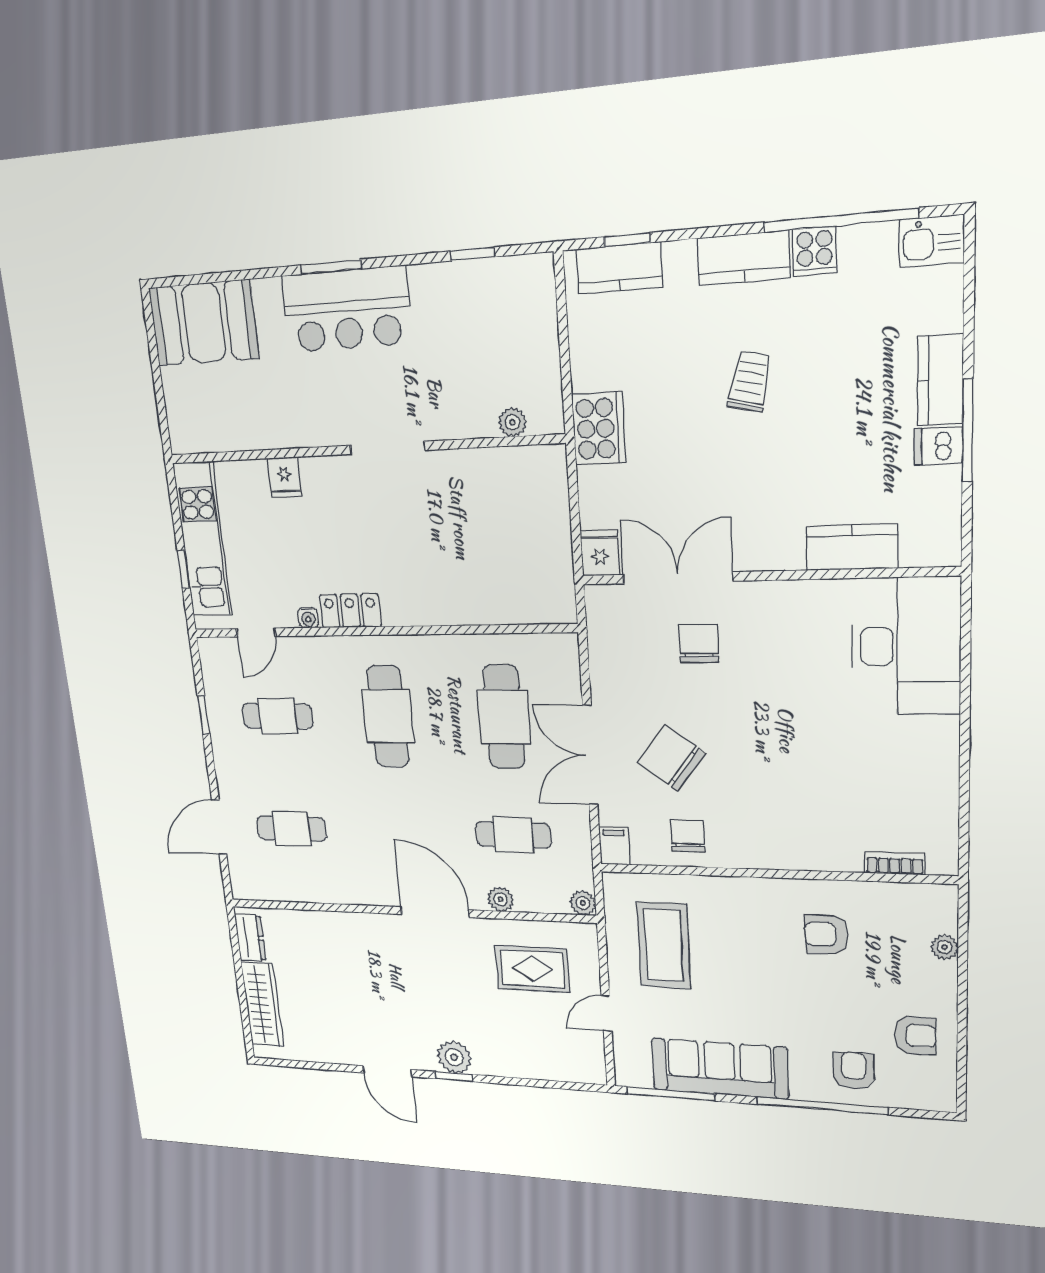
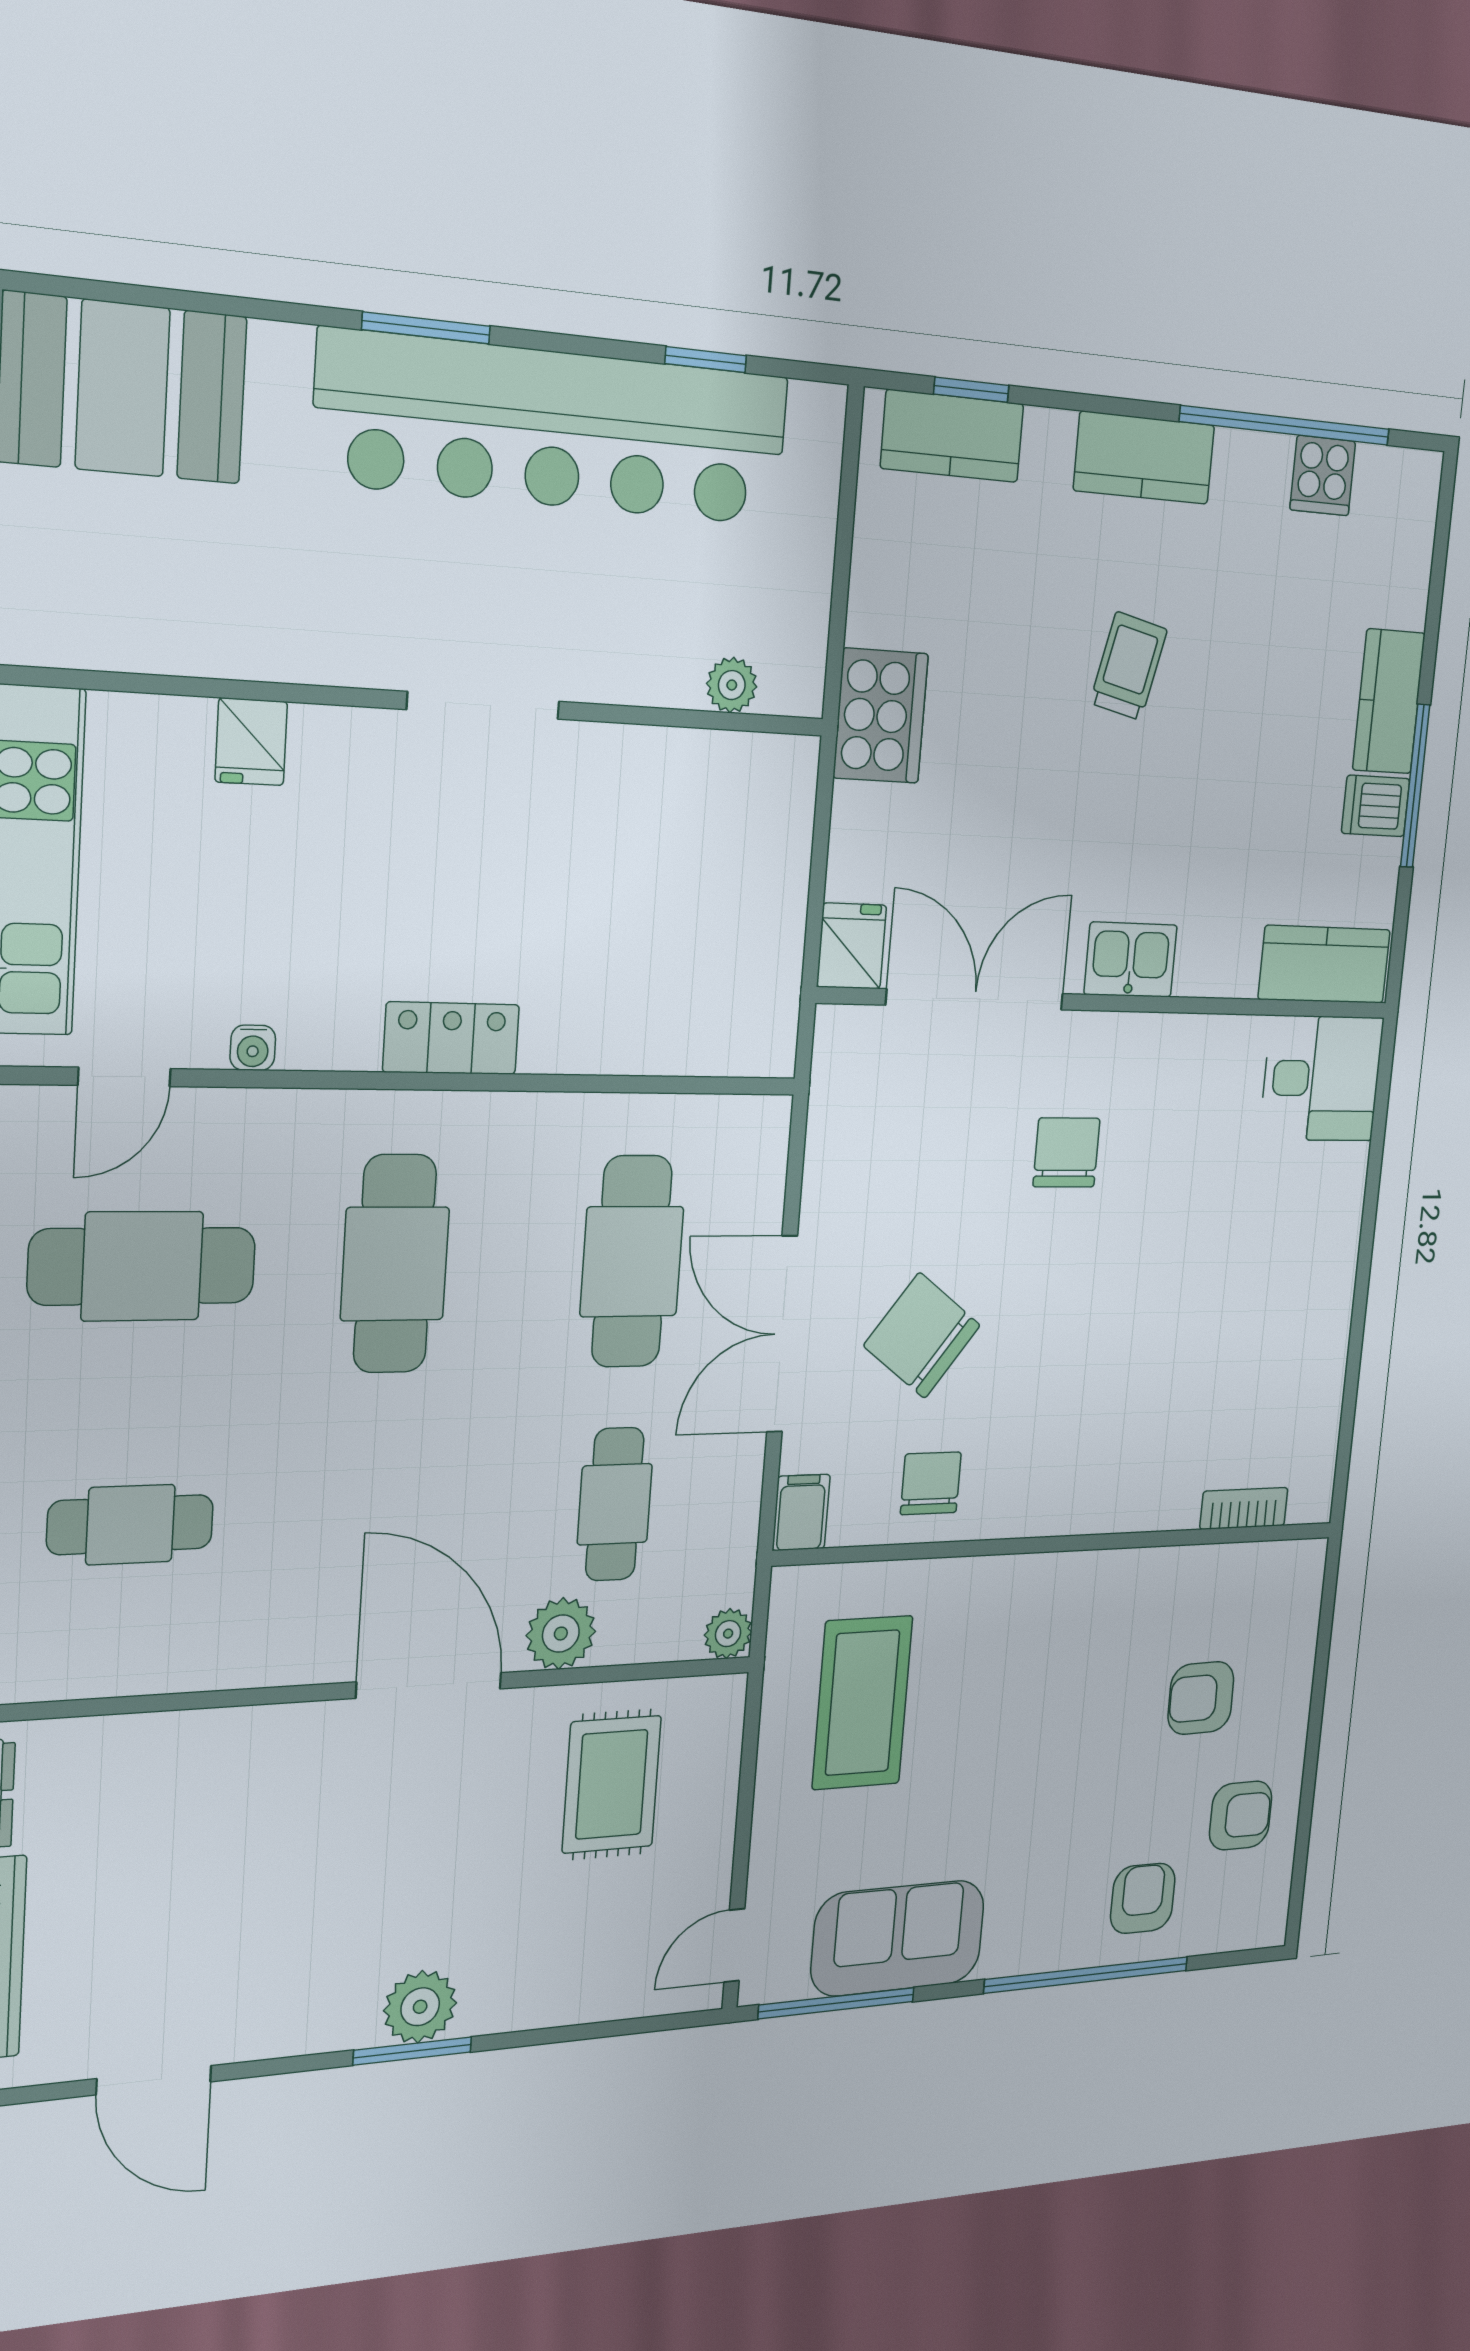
kitchen sink: (931, 241) -> (1131, 960), moved, turned 180
cooker: (815, 251) -> (1323, 476), moved
bar counter: (347, 309) -> (555, 429), width x1.86
kitchen counter: (852, 547) -> (1324, 964), moved
locker: (350, 611) -> (451, 1038), moved
chair: (699, 644) -> (1066, 1152), moved
desk: (906, 646) -> (1322, 1078), width x0.53, depth x0.77
cafe table: (277, 716) -> (142, 1266), width x1.37, depth x1.35
cafe table: (513, 835) -> (615, 1504), turned 90
plant: (501, 899) -> (561, 1634), width x1.38, depth x1.38
armchair: (826, 934) -> (1201, 1698), moved
plant: (944, 947) -> (1298, 1650), removed
rug: (532, 969) -> (612, 1784), turned 90
door: (607, 1013) -> (734, 1945), moved
sofa: (720, 1069) -> (898, 1938), width x0.73
door: (387, 1071) -> (154, 2080), moved
window: (454, 1077) -> (412, 2051), width x1.50

